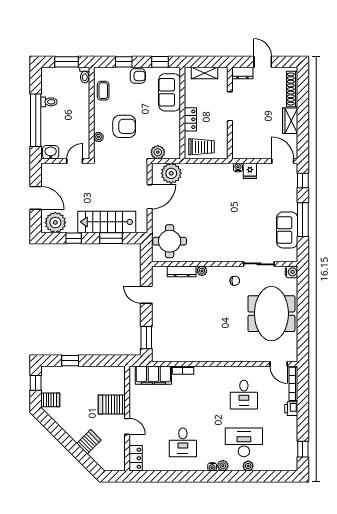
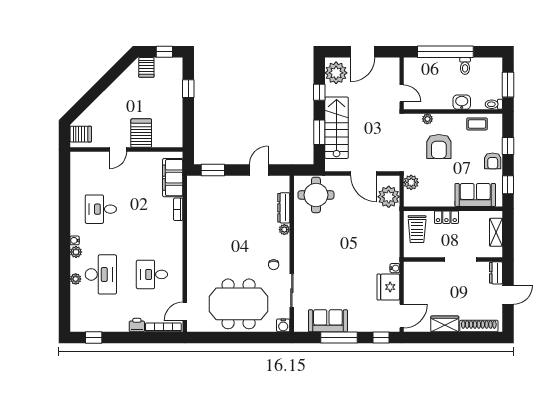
washbasin: (51, 152) -> (462, 102), moved, turned -90
fridge: (250, 171) -> (388, 287), width x1.88, depth x1.34
server rack: (89, 442) -> (81, 134), moved, turned -45
locker: (136, 458) -> (84, 159), removed

